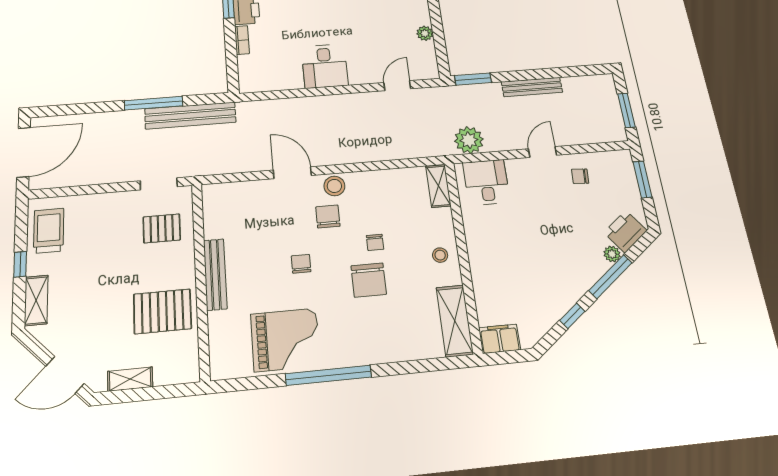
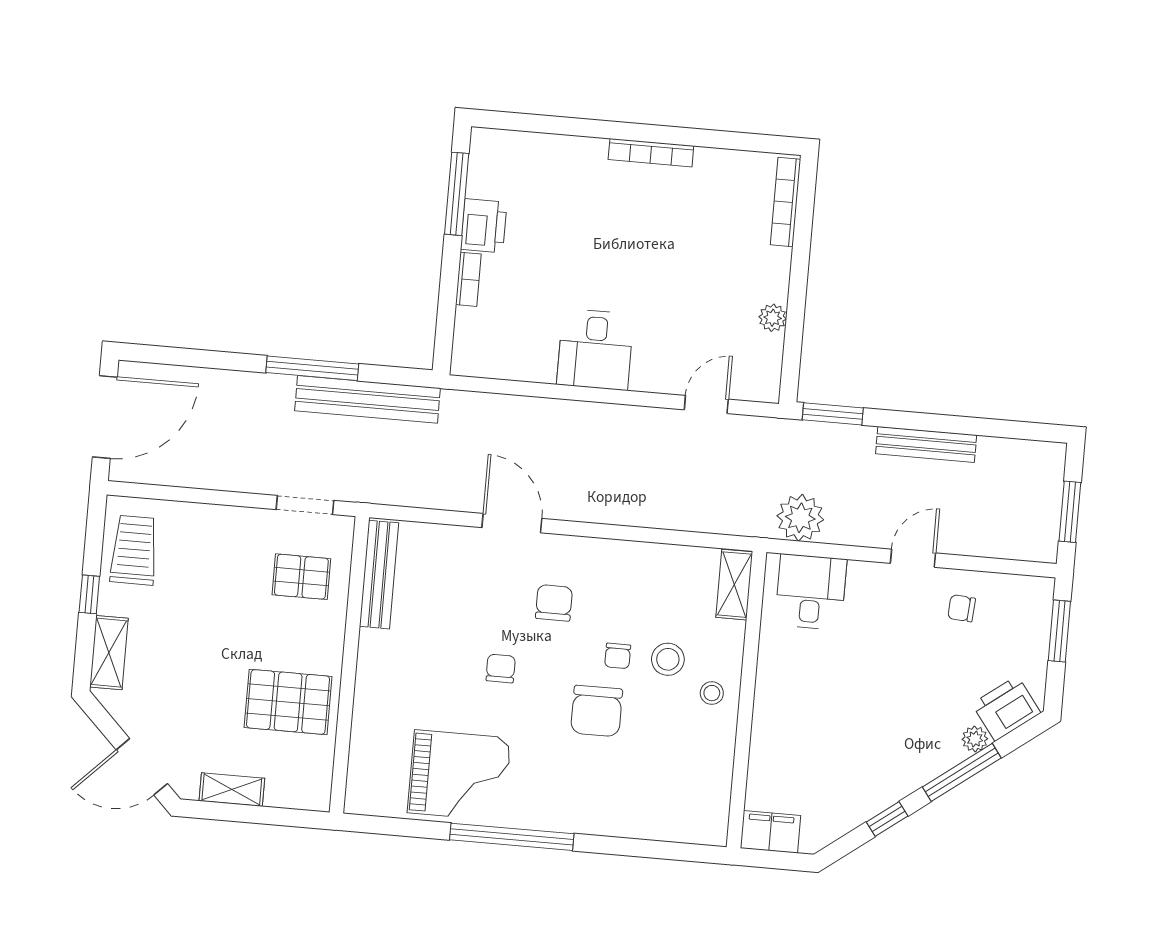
stool: (334, 186) -> (668, 659), moved
bench: (215, 274) -> (379, 575), moved
shelving: (455, 321) -> (711, 794), removed

